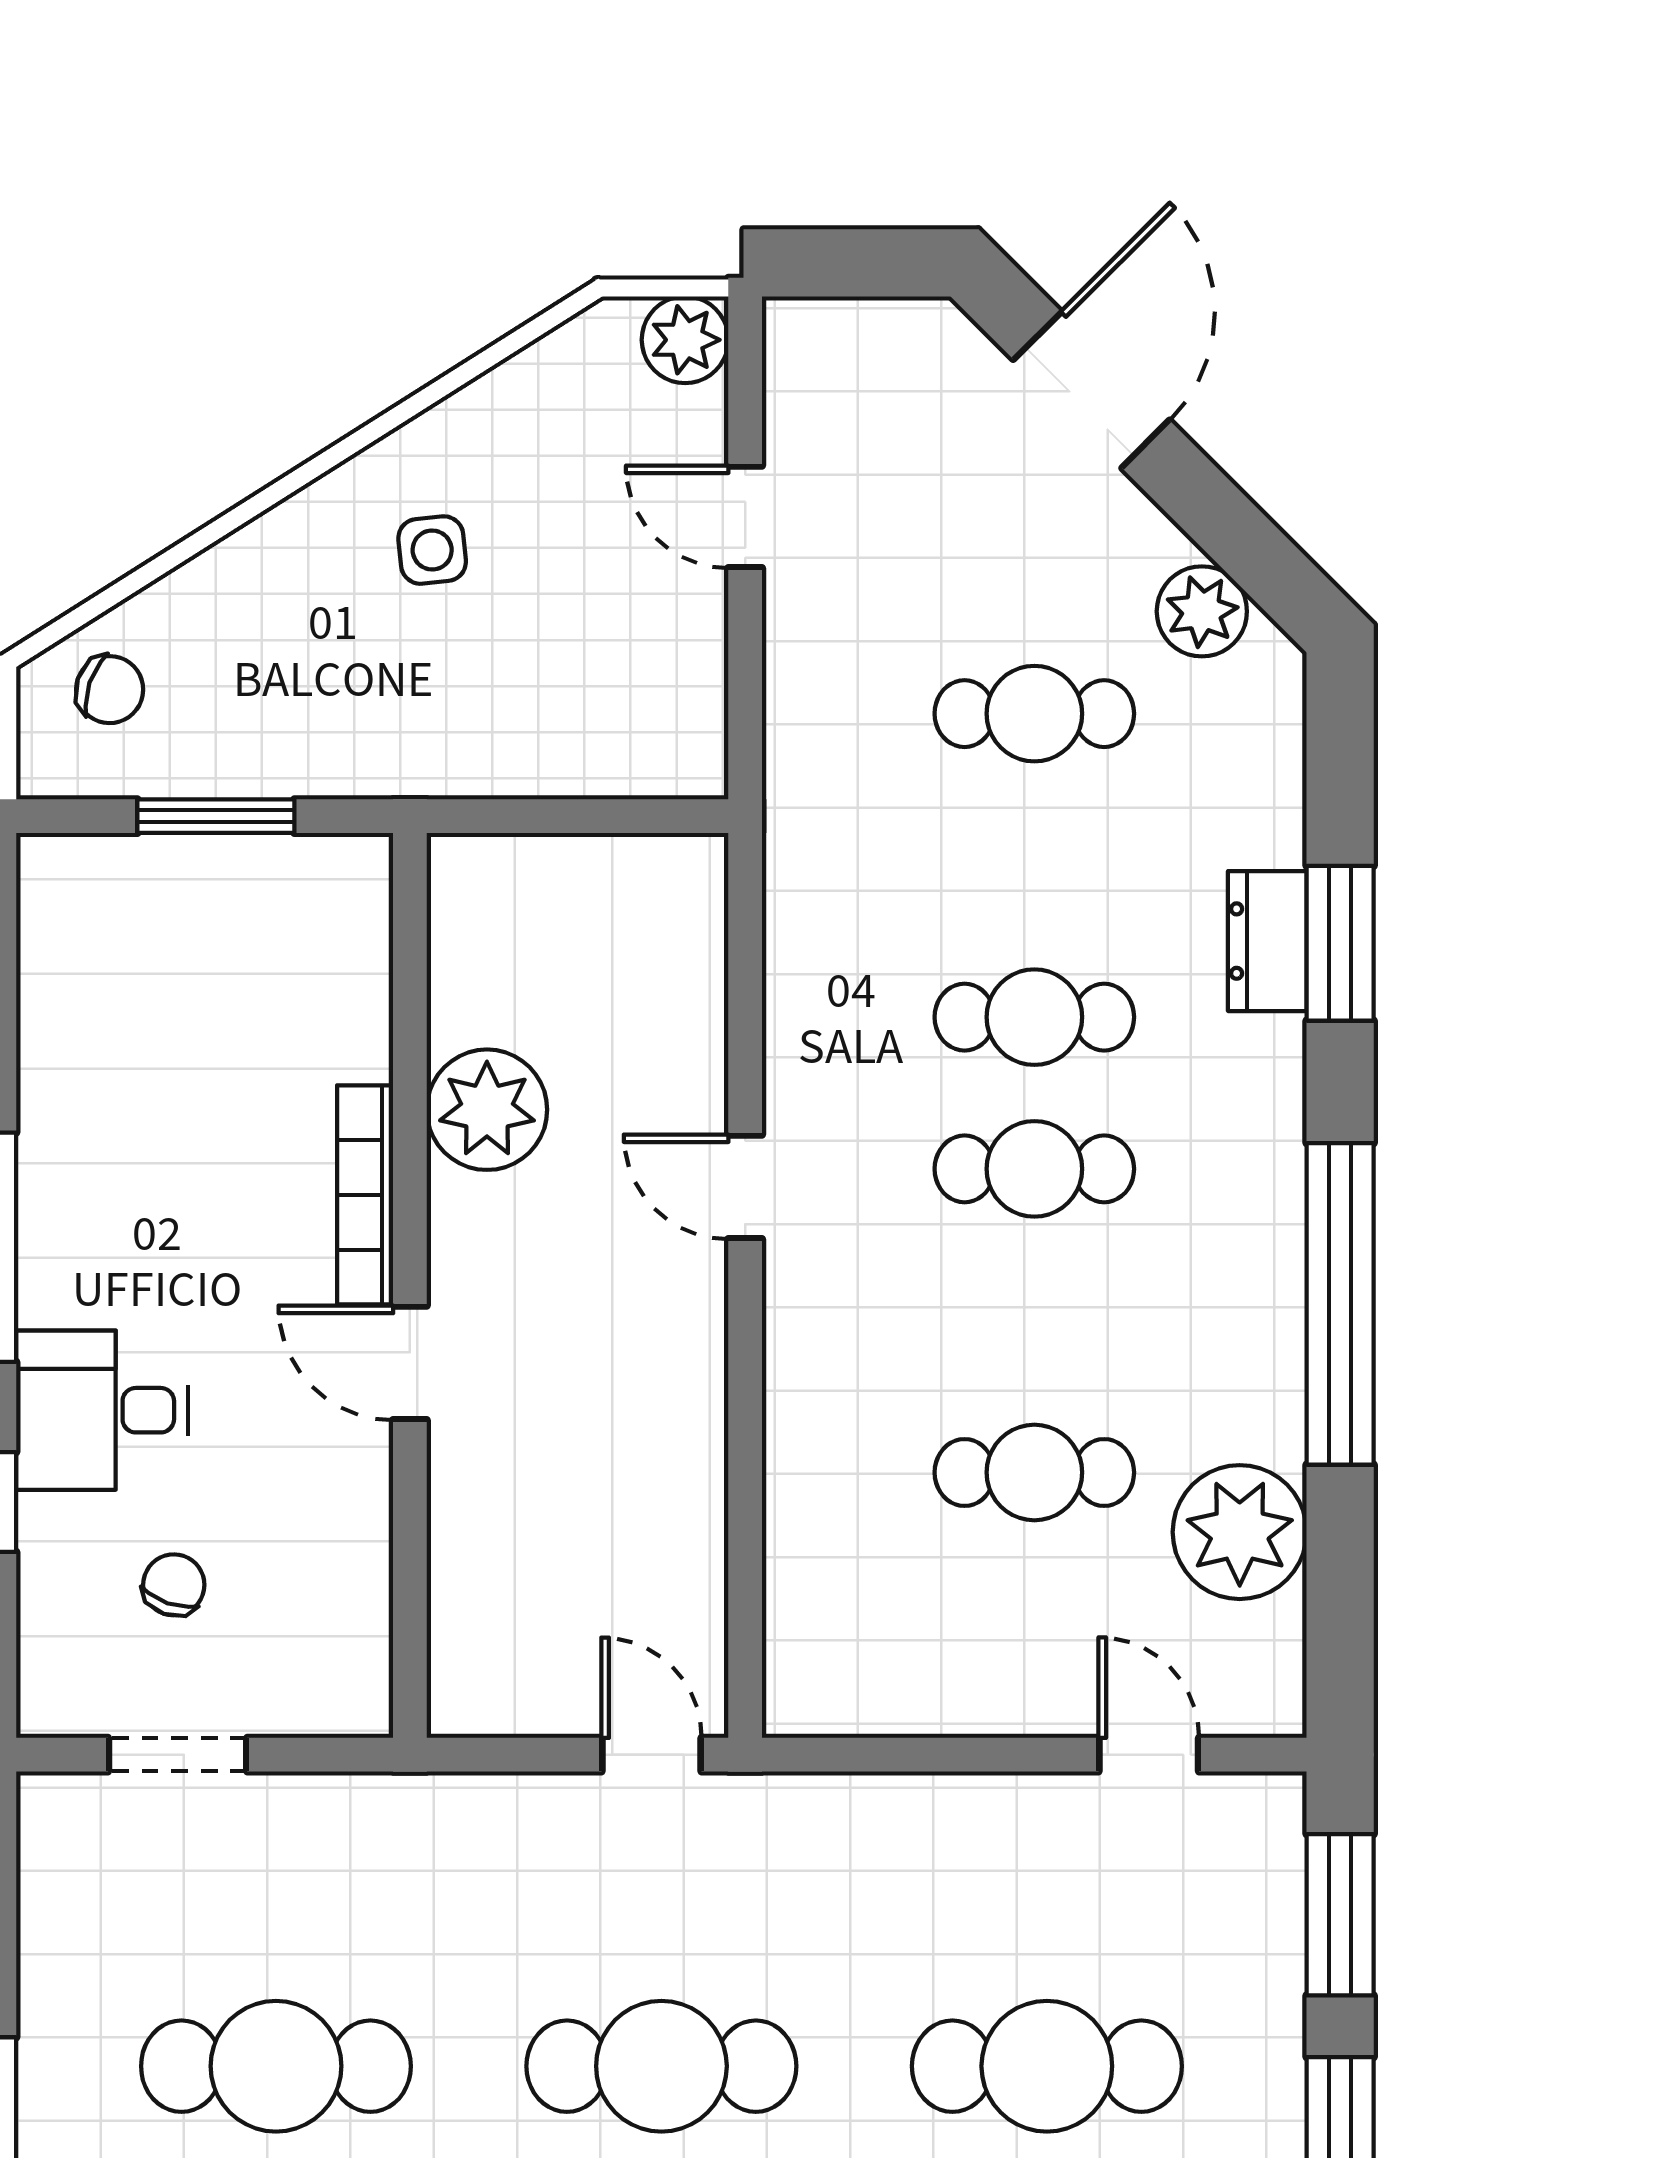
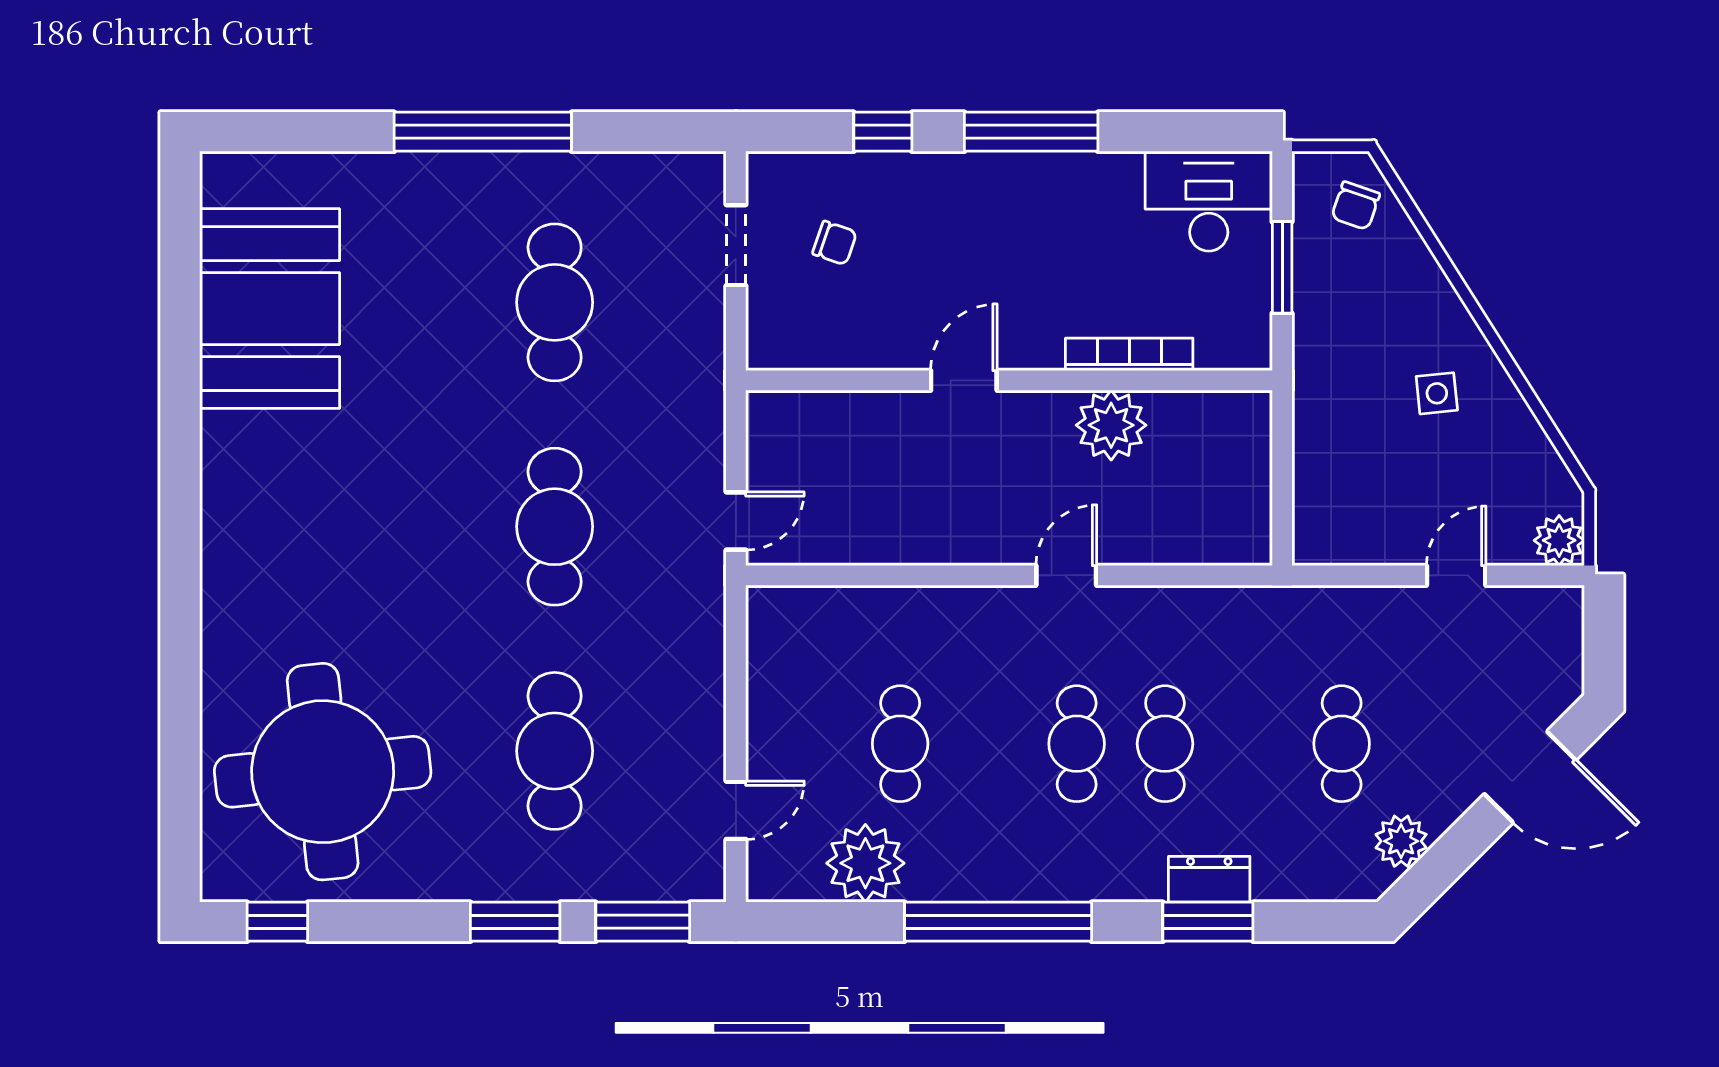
bookcase: (365, 1195) -> (1129, 354), moved
desk: (102, 1410) -> (1209, 201), moved, width x1.37

